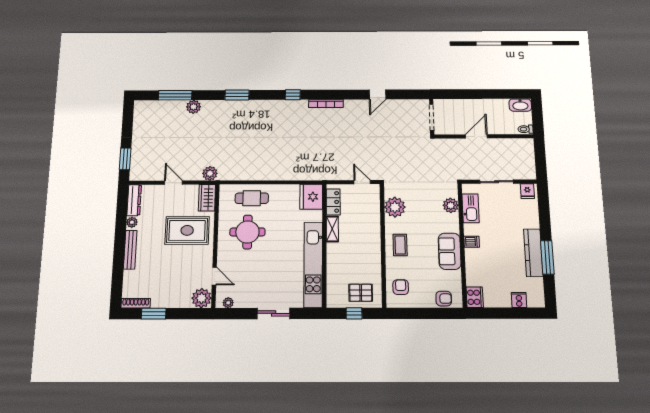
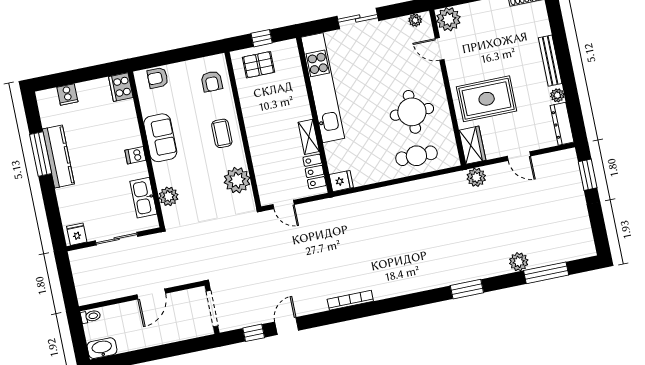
window: (293, 95) -> (254, 333), moved
fridge: (311, 197) -> (341, 181), width x0.53, depth x0.75

